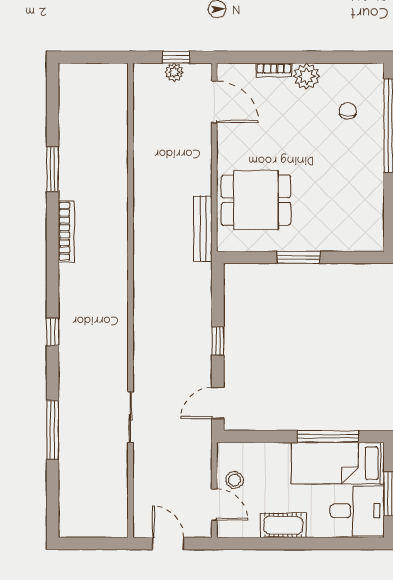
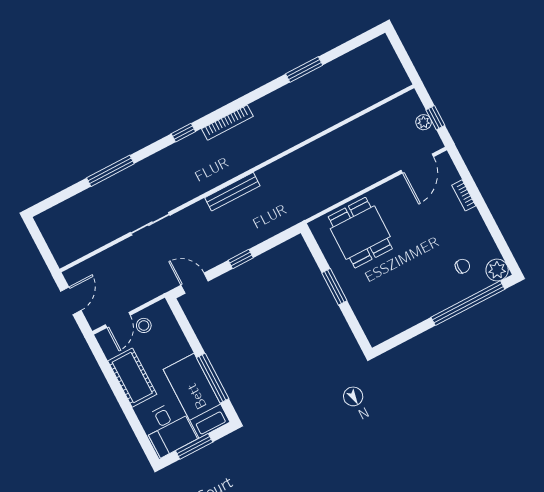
plant: (306, 76) -> (497, 270), moved
bench: (203, 229) -> (232, 192), moved
bookcase: (66, 231) -> (227, 123), moved
cot: (283, 525) -> (132, 378), width x1.37, depth x1.34

